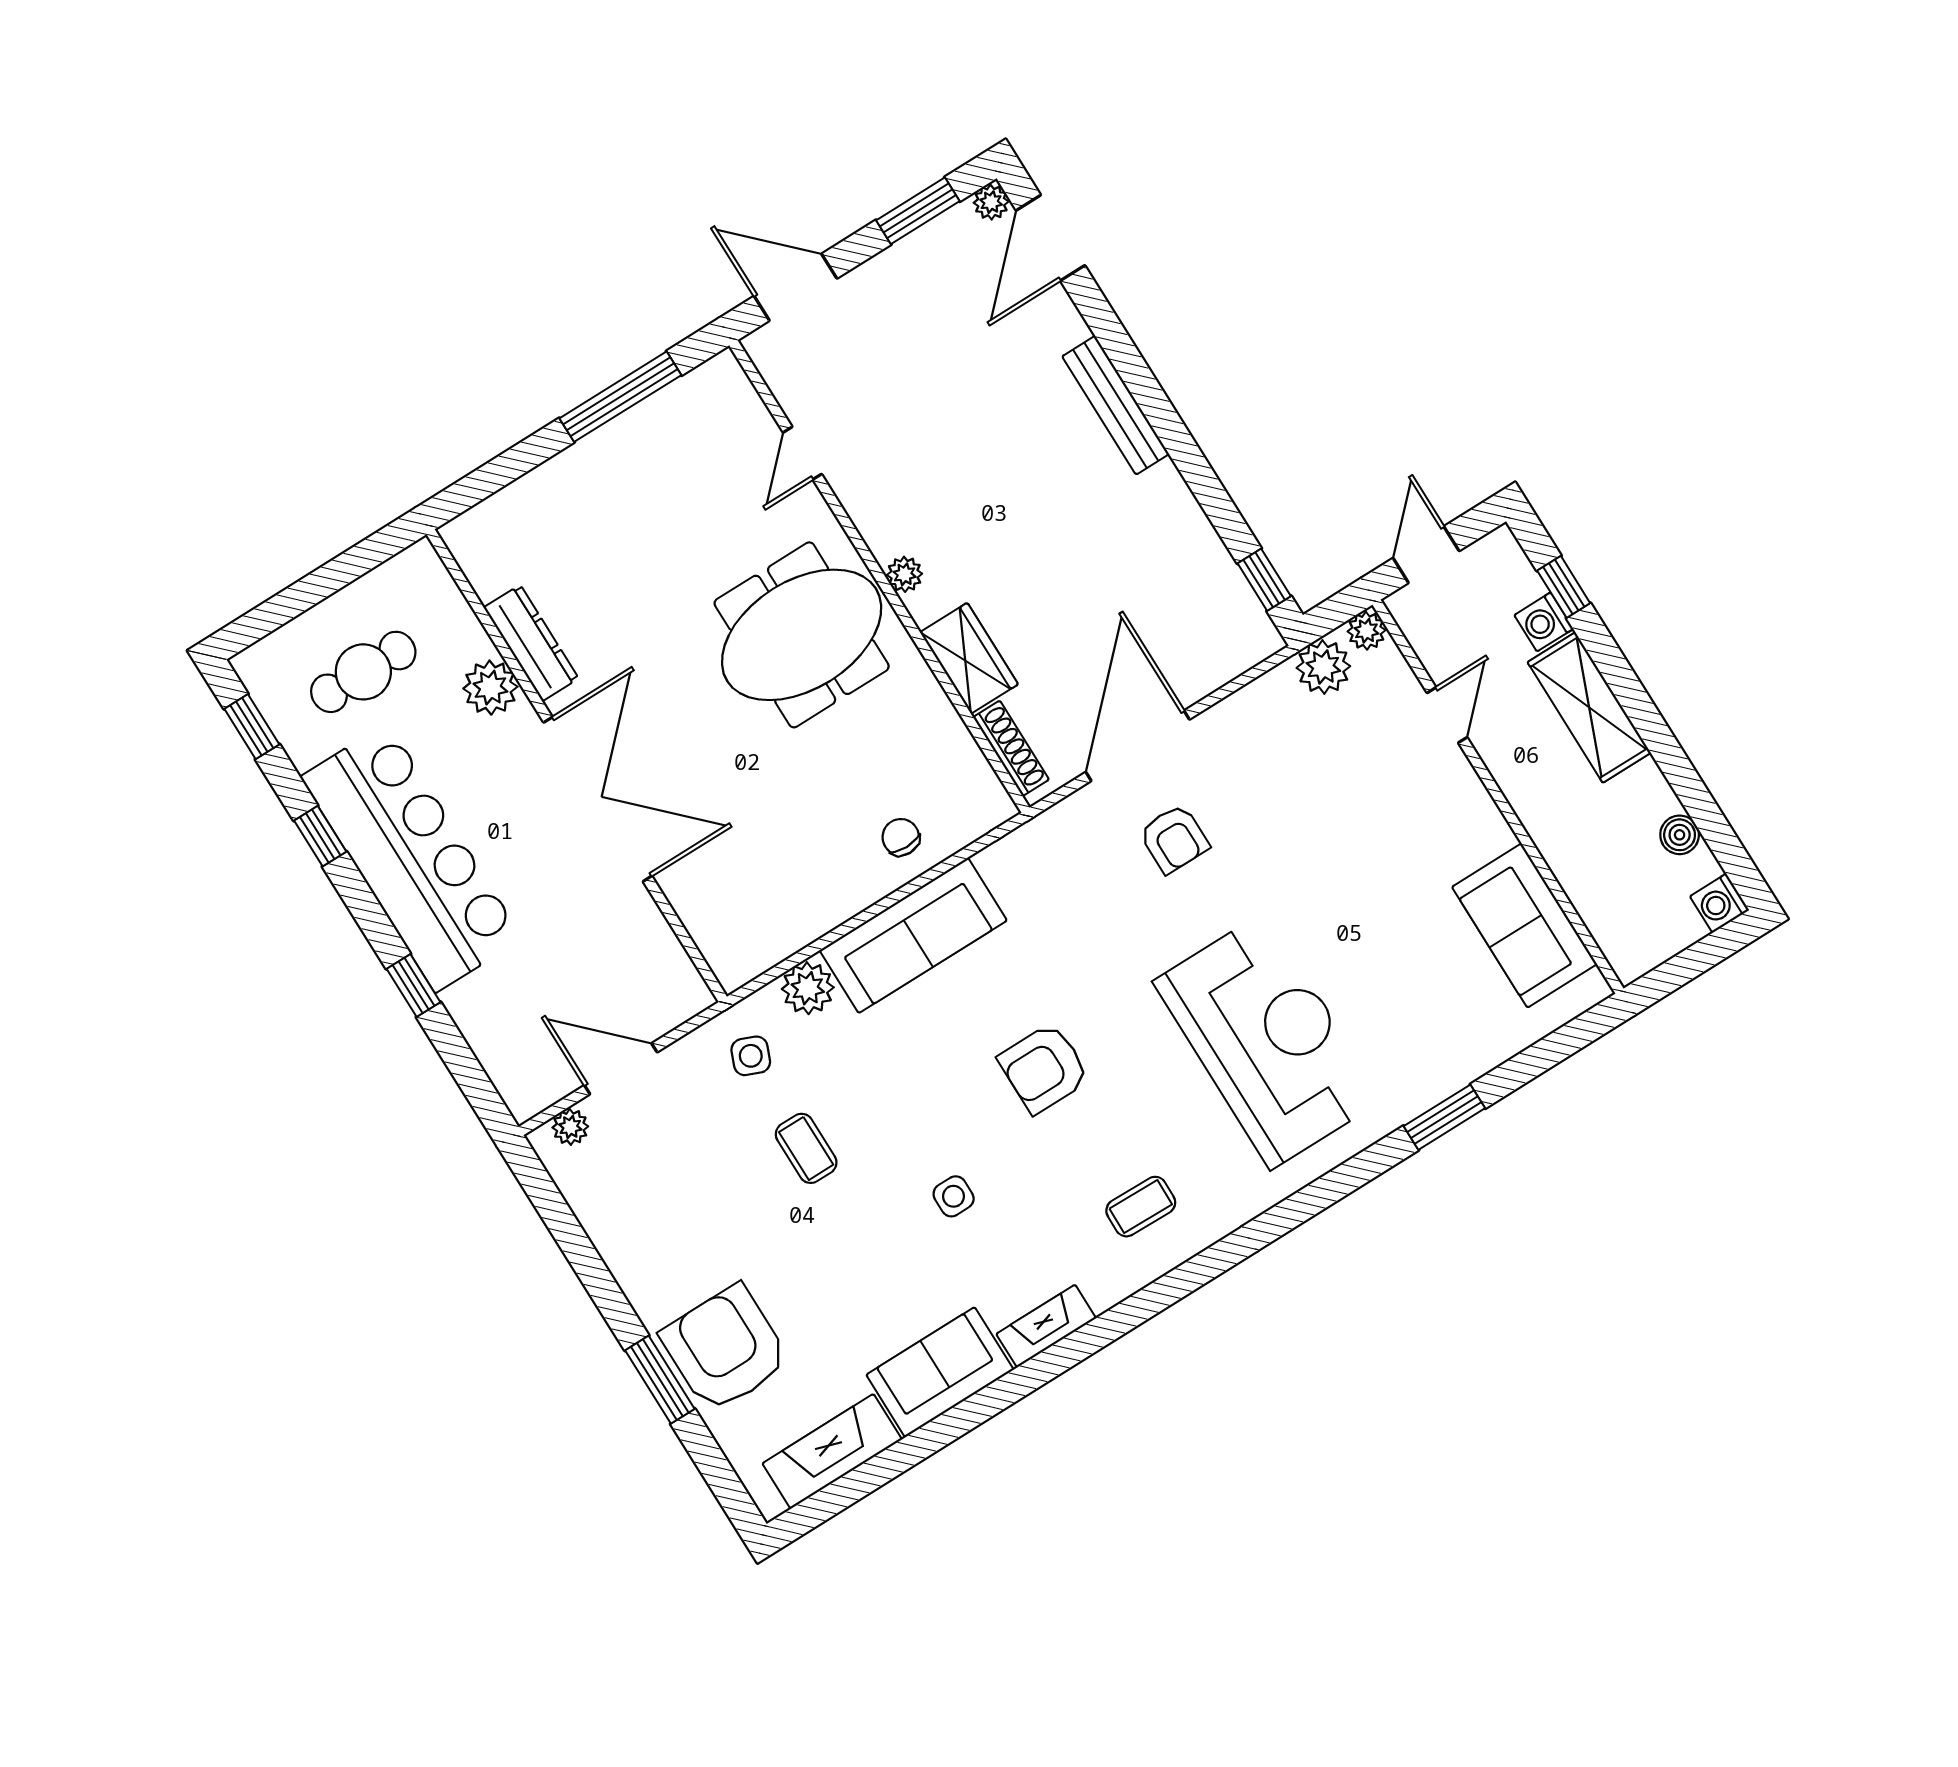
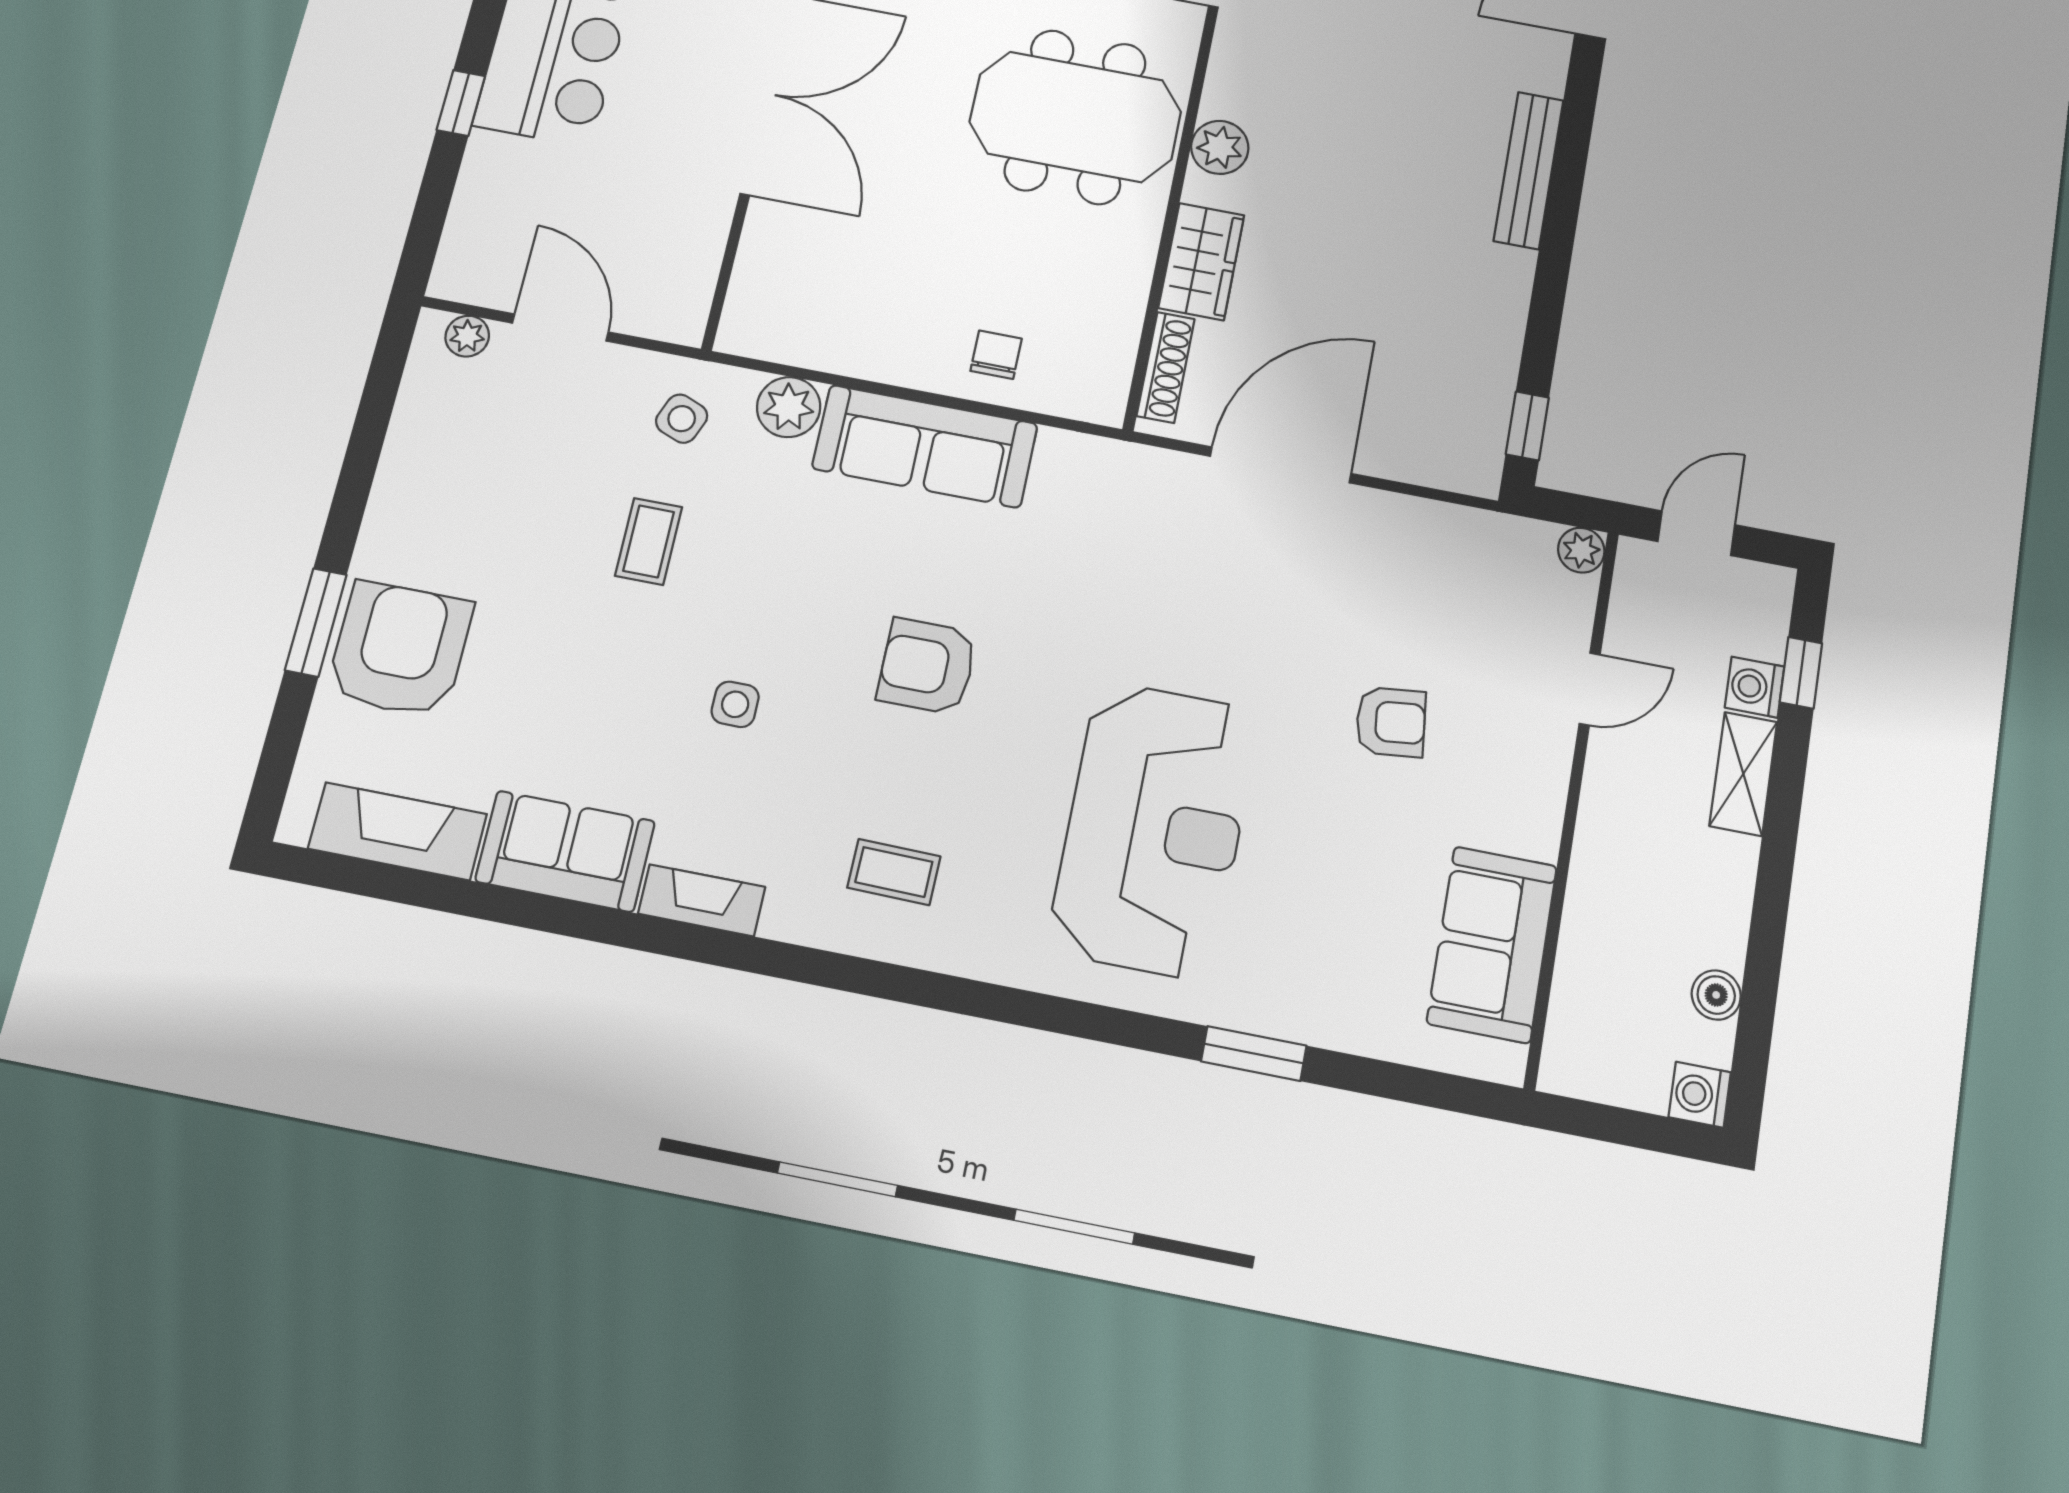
plant: (905, 574) -> (1220, 147), width x1.38, depth x1.38
plant: (1323, 667) -> (1513, 546), removed
shelving: (1589, 707) -> (1743, 774), width x0.67, depth x0.75
armchair: (1174, 839) -> (1391, 722), moved, turned -96

